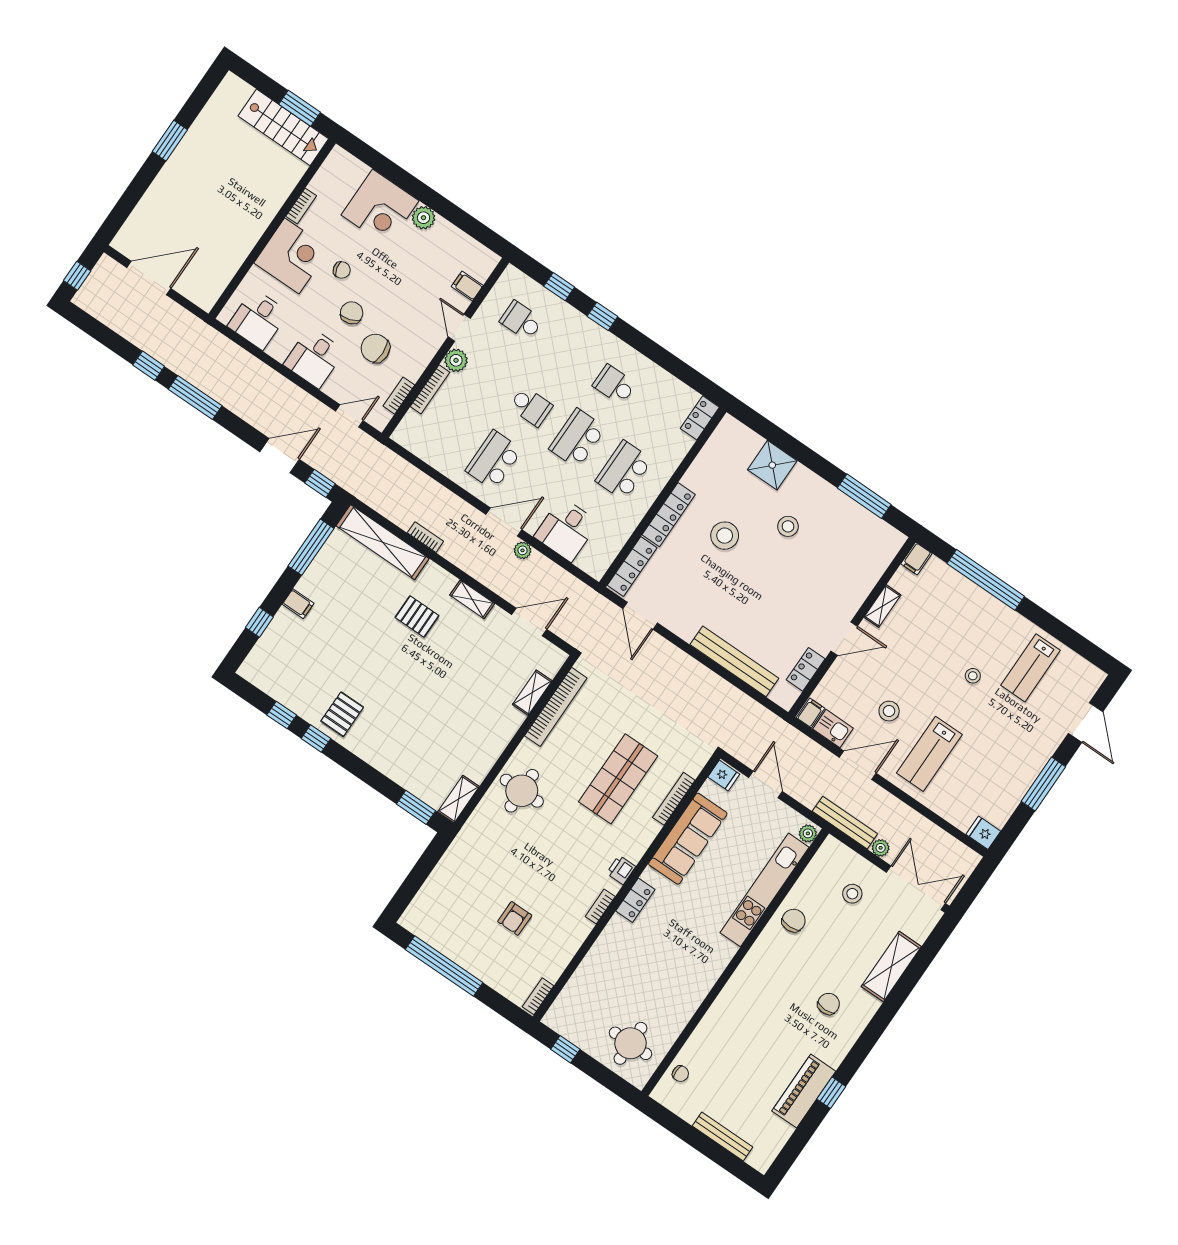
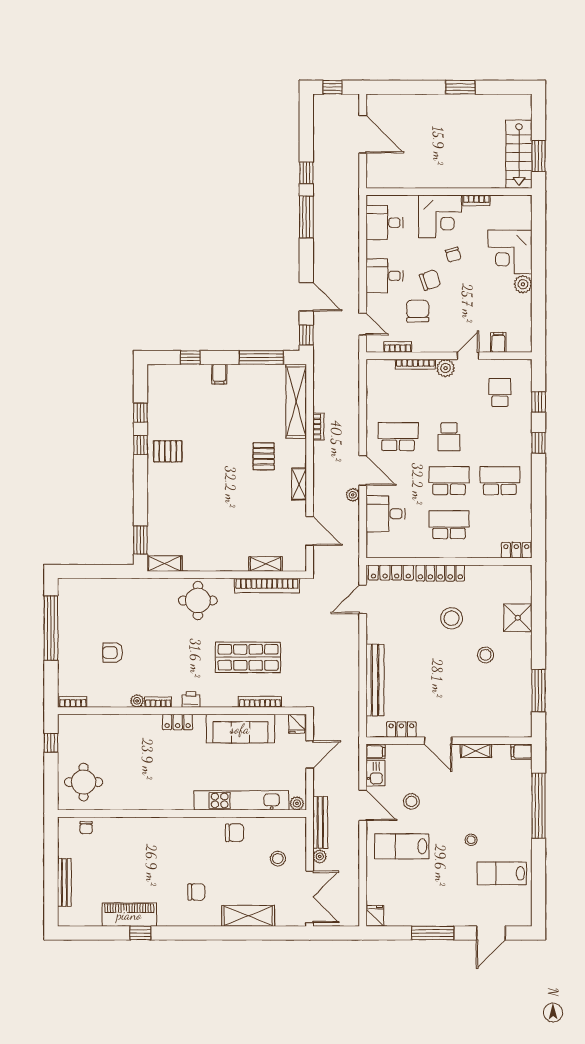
school desk: (614, 385) -> (500, 481), width x1.85
plant: (584, 928) -> (137, 701), added

